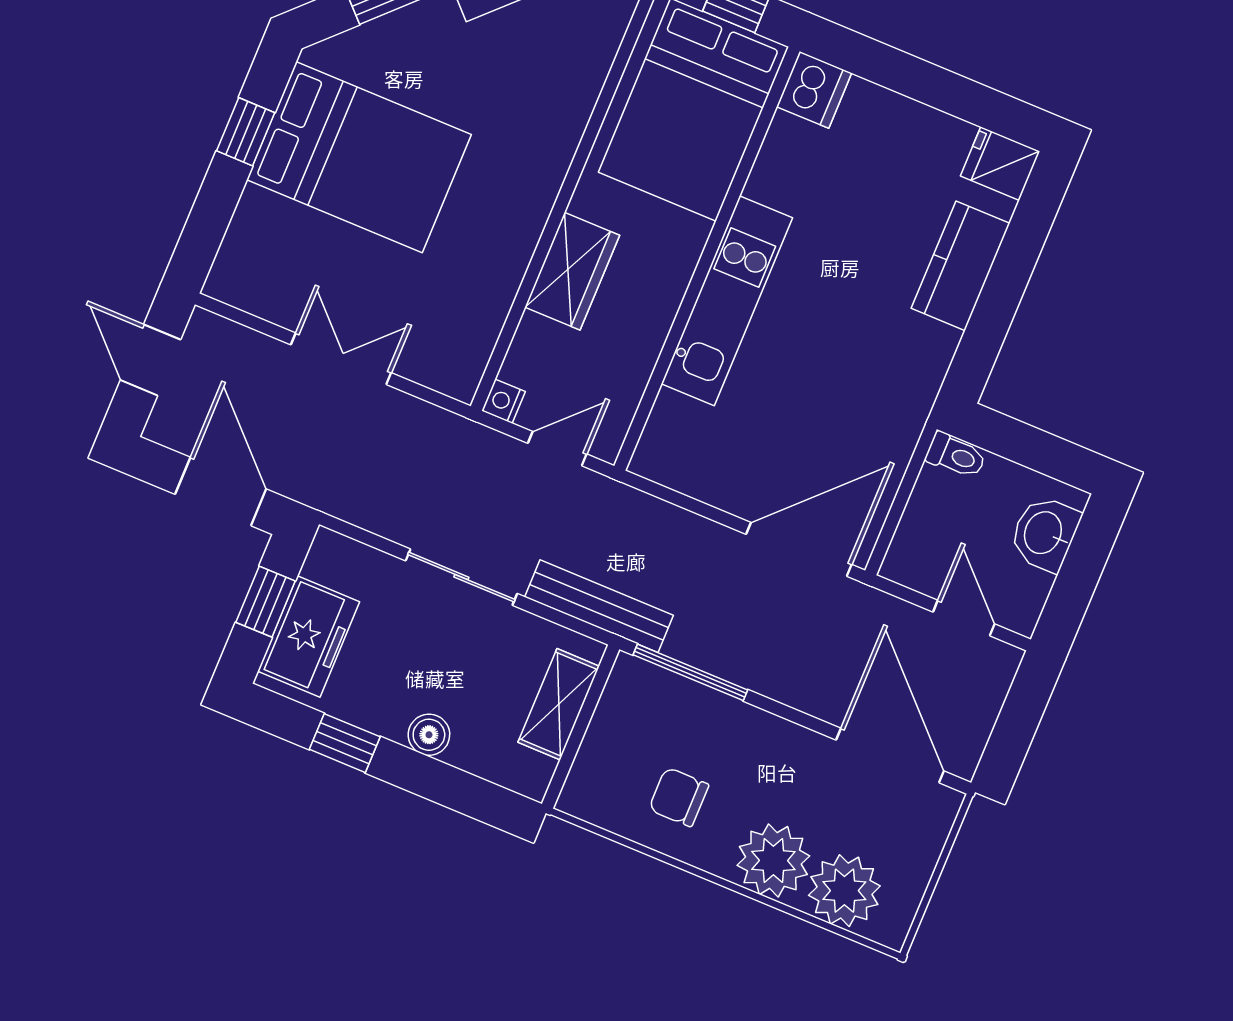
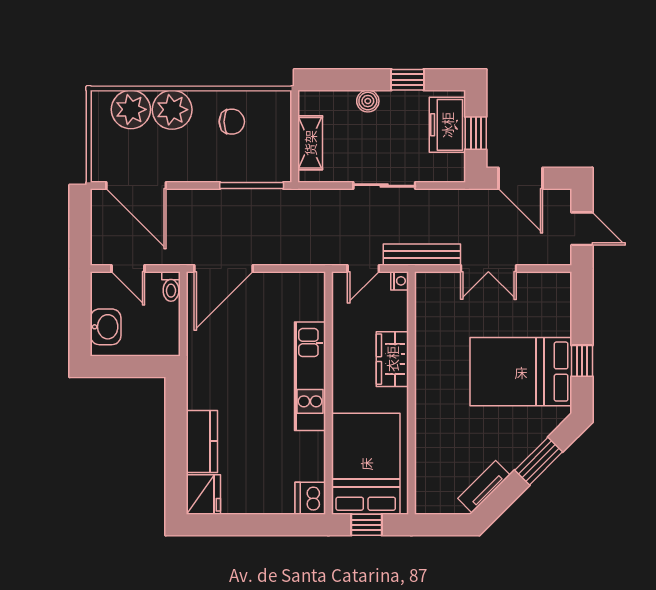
fridge: (1000, 164) -> (203, 495), width x1.38
toilet: (956, 456) -> (171, 286), moved, turned -90
bench: (599, 606) -> (422, 255), moved

